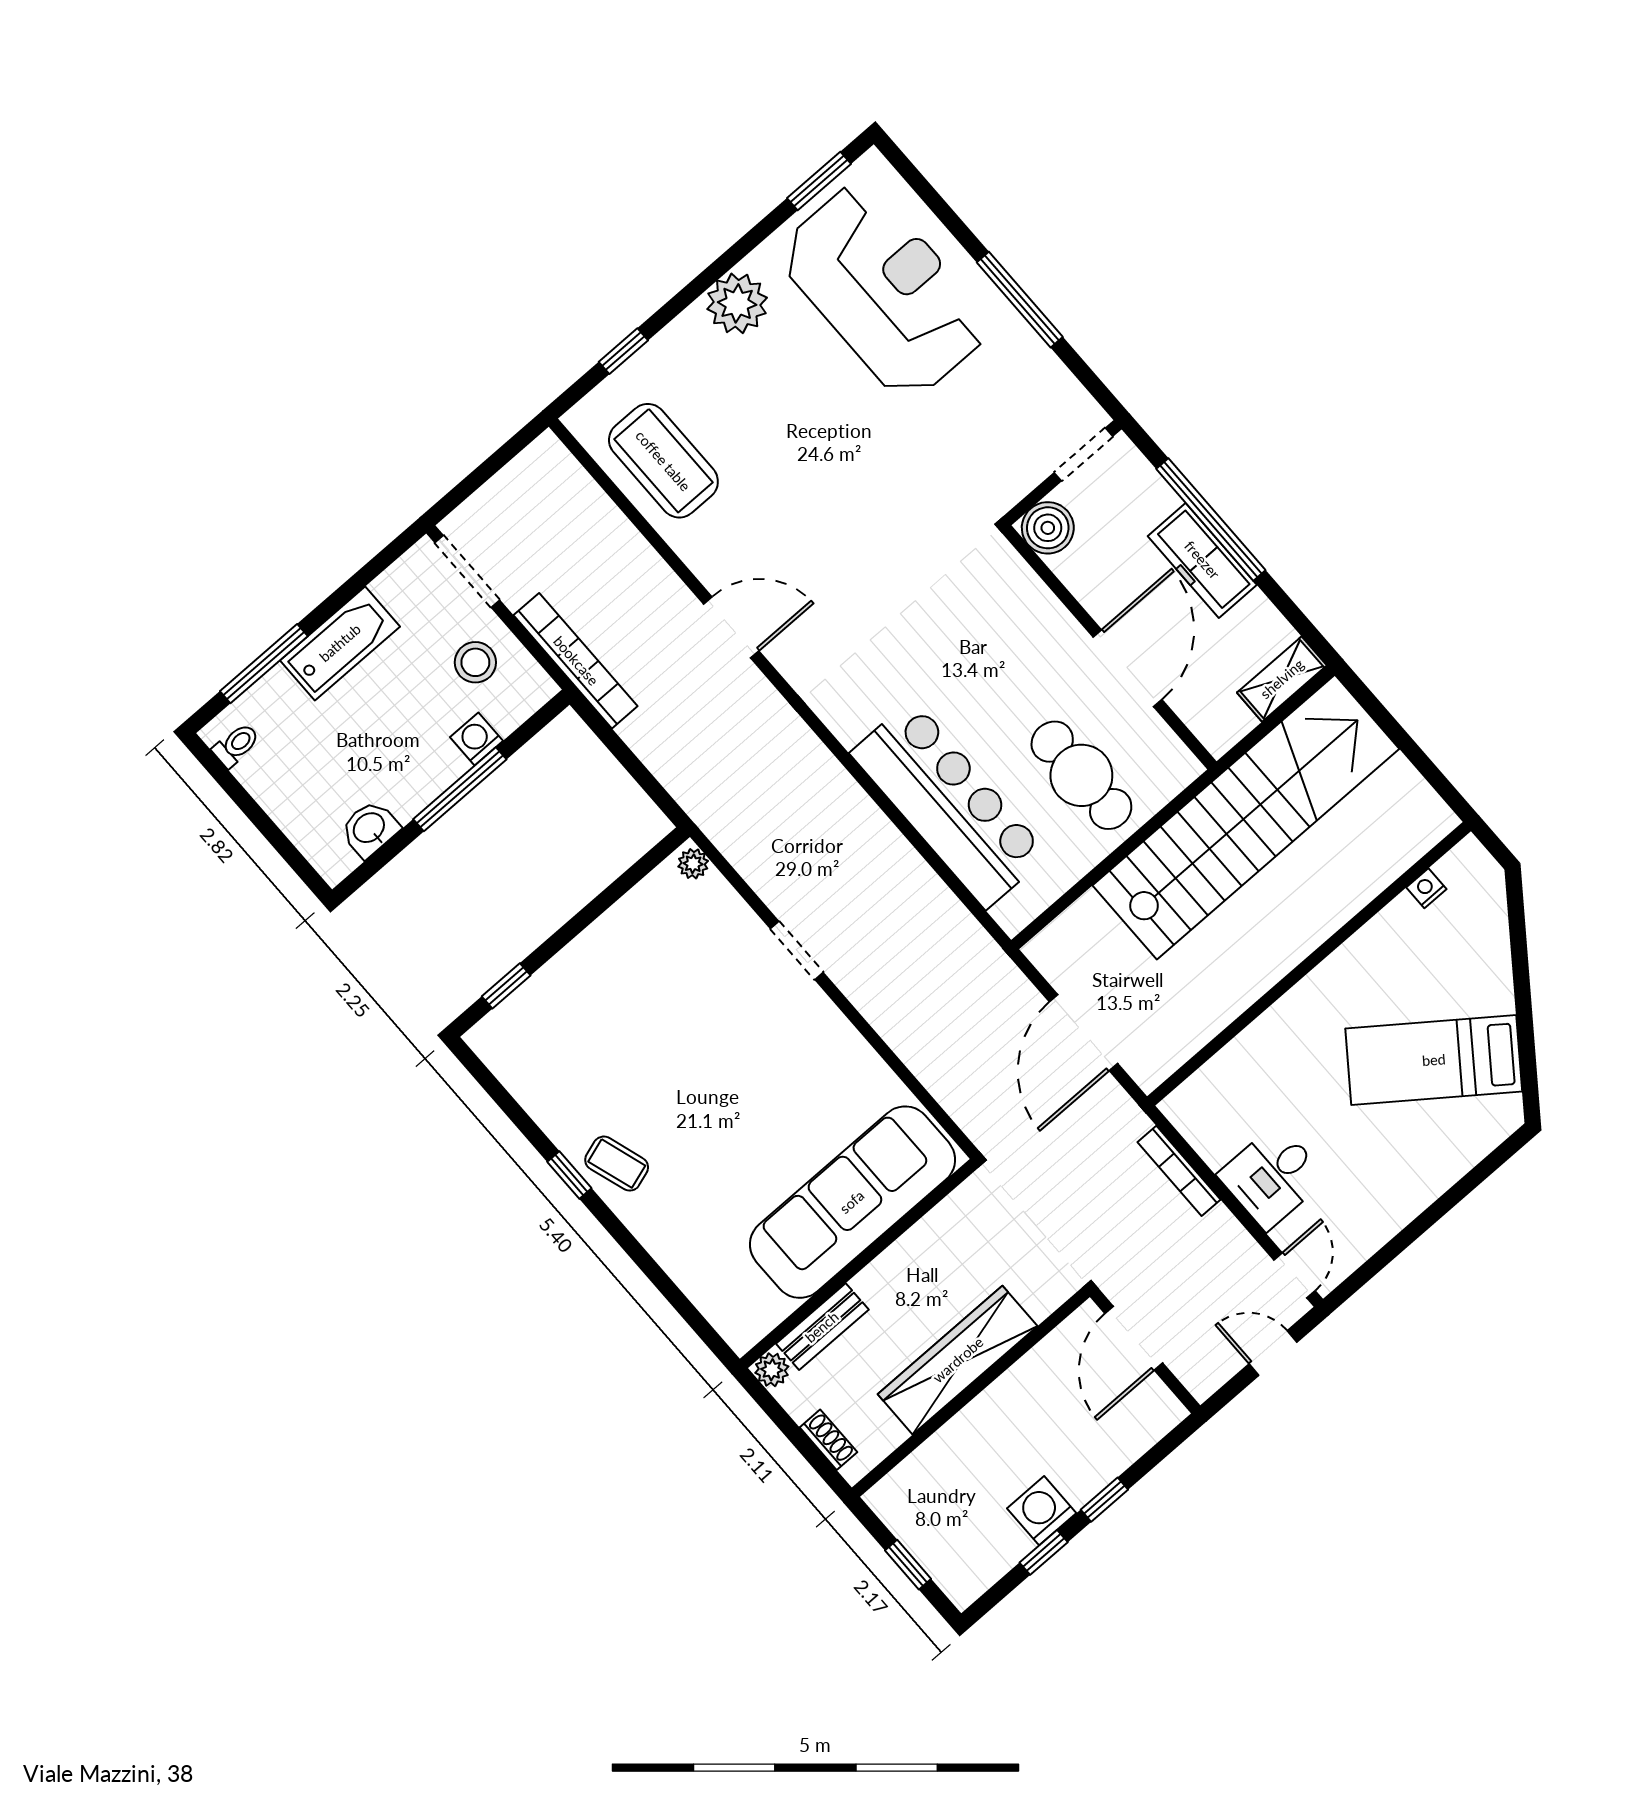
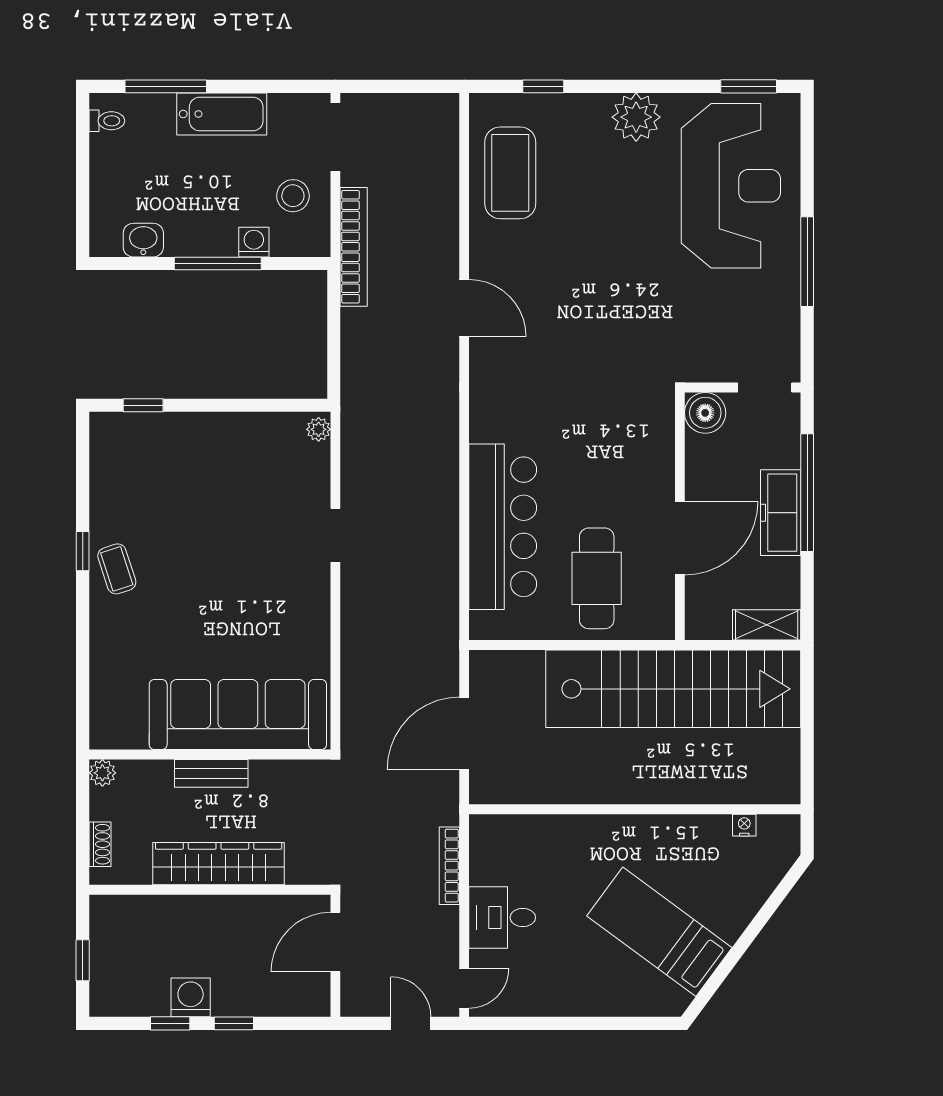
bench: (822, 1327) -> (211, 773), moved

